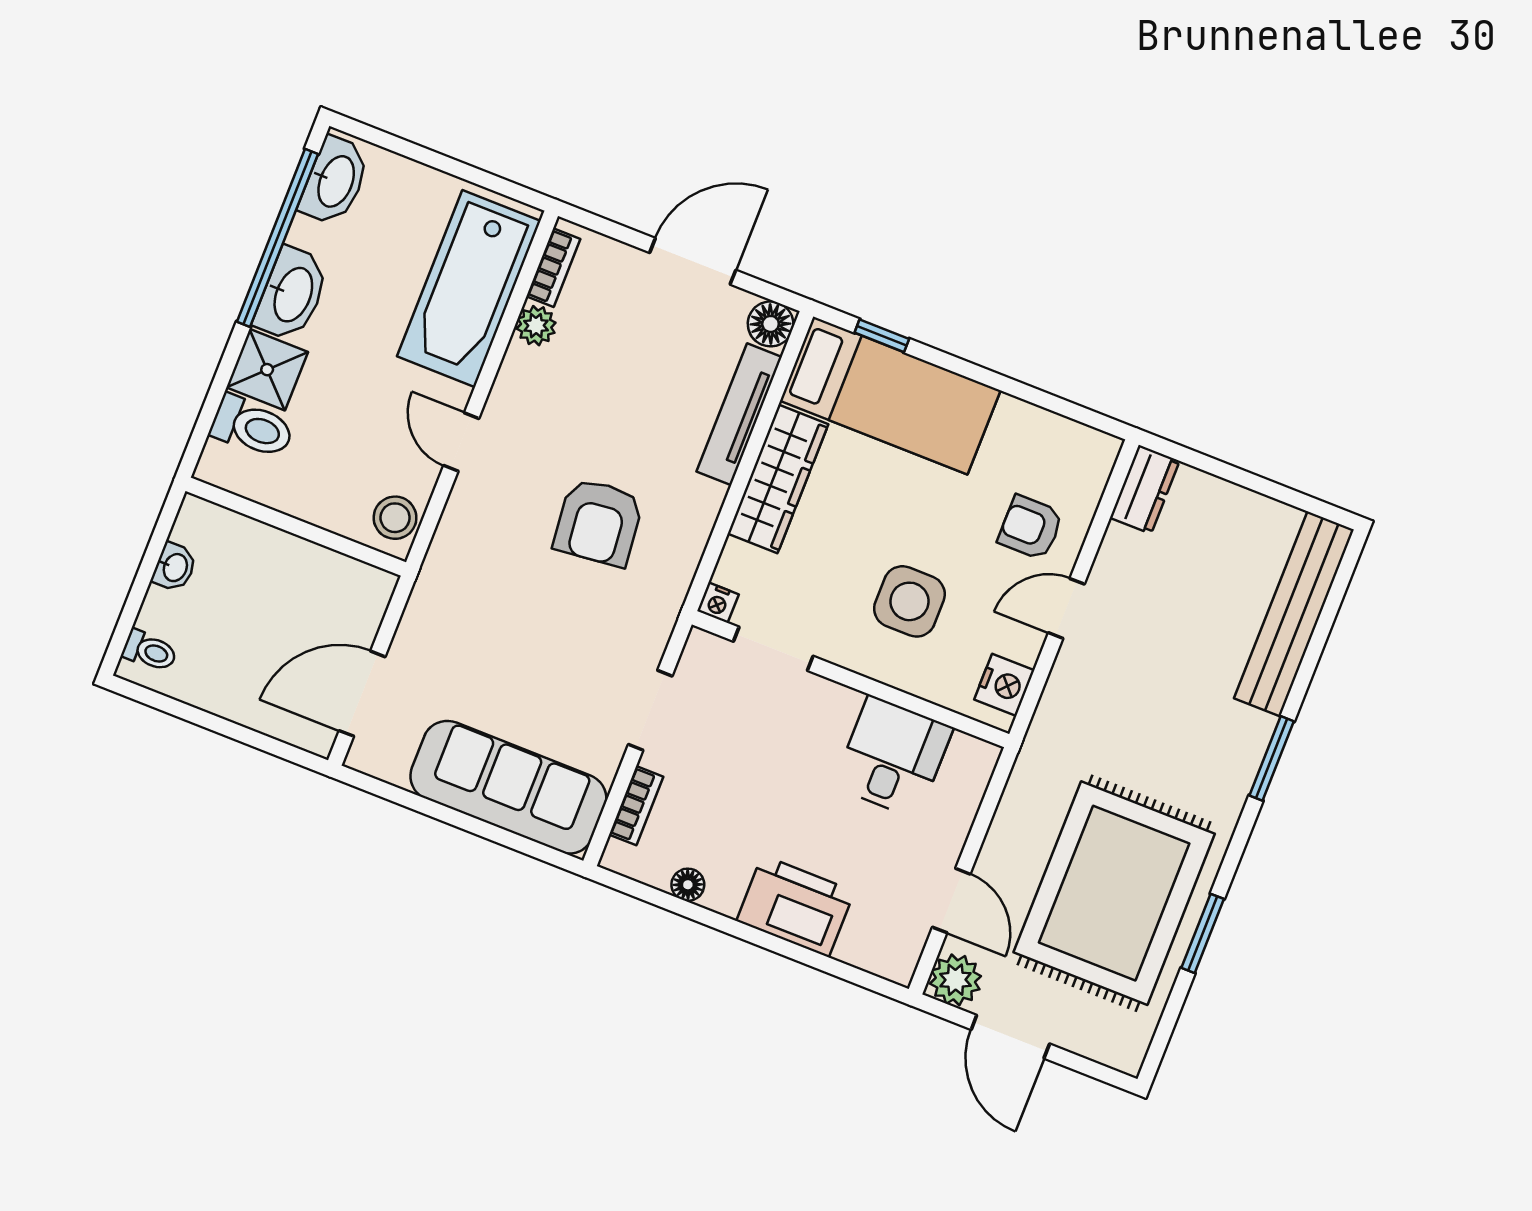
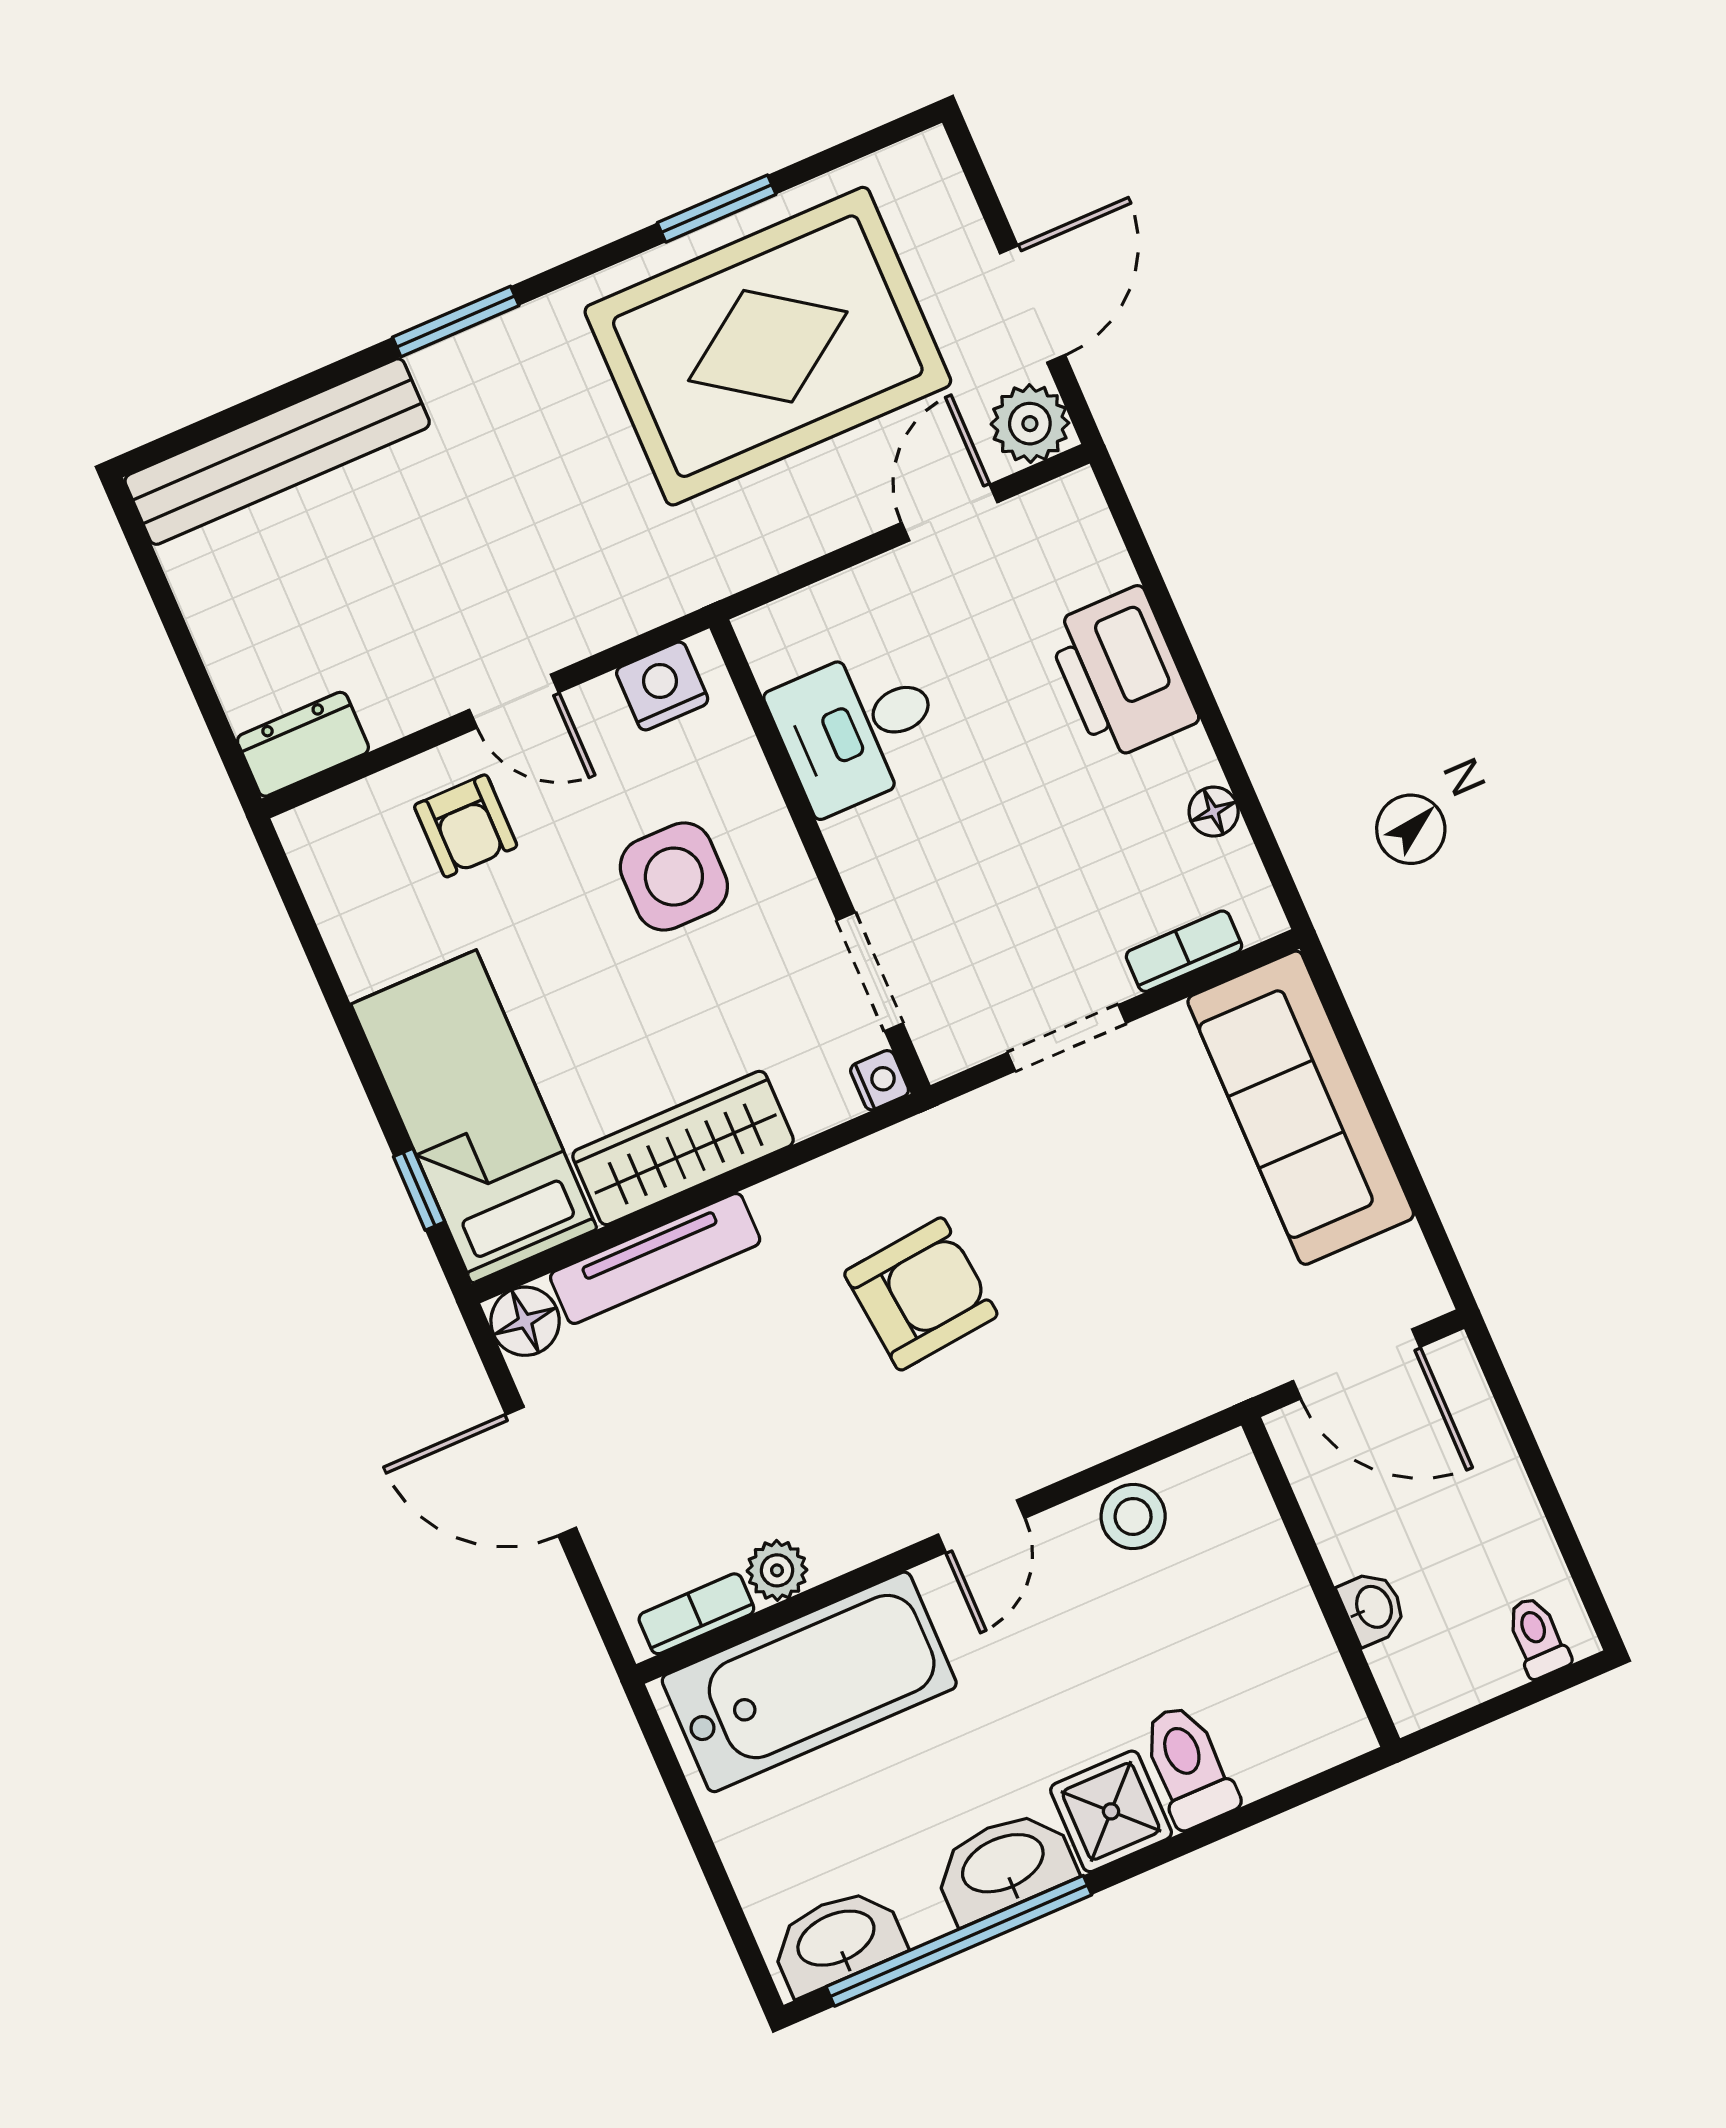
wall: (296, 527) -> (1321, 1582), moved
washbasin: (174, 567) -> (1373, 1607), moved, turned 90

